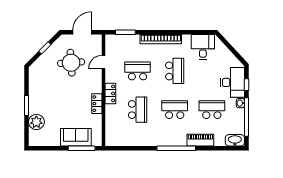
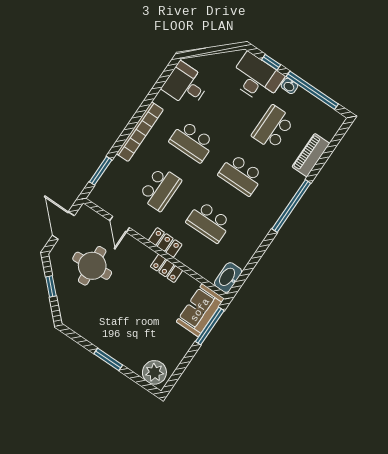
school desk: (138, 71) -> (160, 189), turned 180
school desk: (175, 71) -> (192, 142), turned 180
school desk: (138, 110) -> (209, 222), turned 180
school desk: (175, 110) -> (241, 175), turned -90
plant: (36, 122) -> (154, 372), moved
sofa: (76, 137) -> (200, 310), moved
piano: (200, 140) -> (311, 155), moved
washbasin: (235, 140) -> (228, 278), moved

